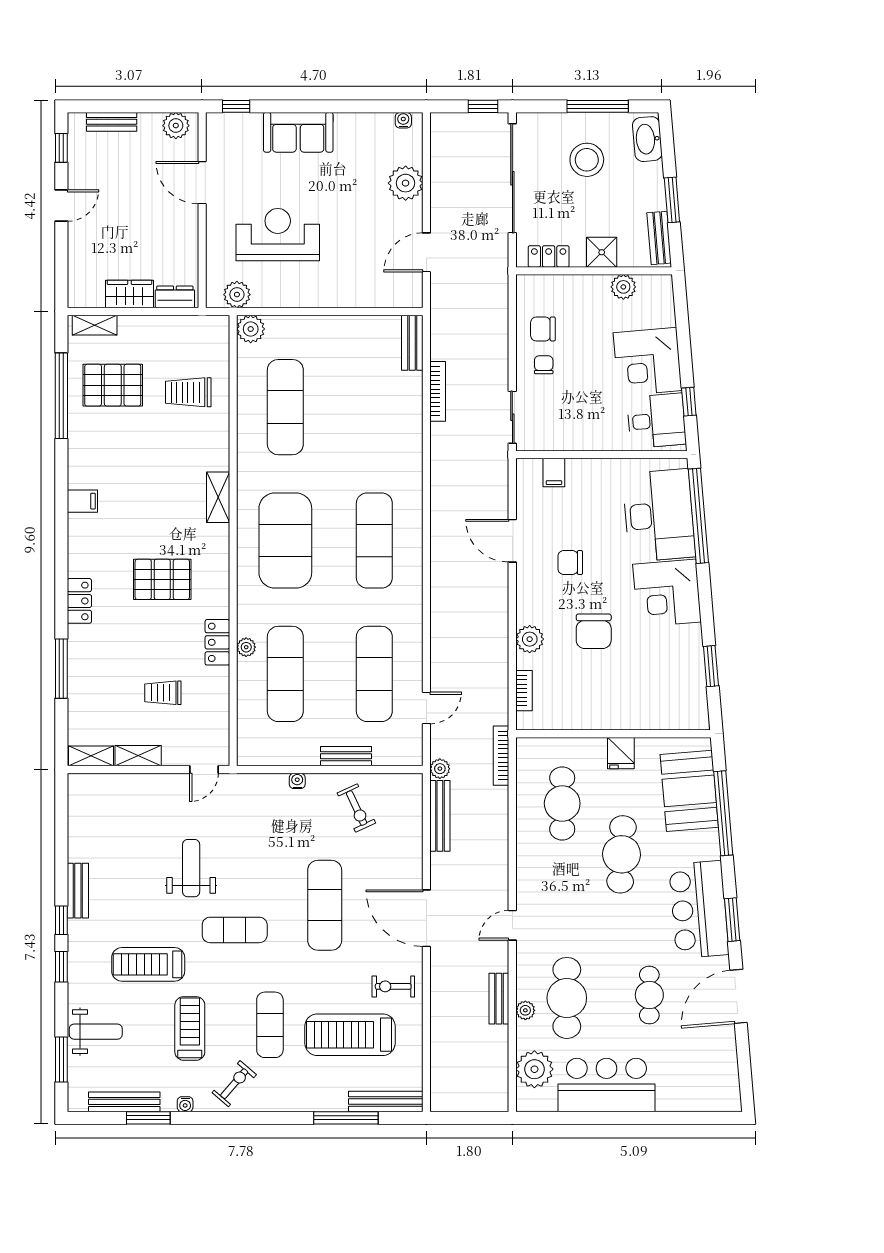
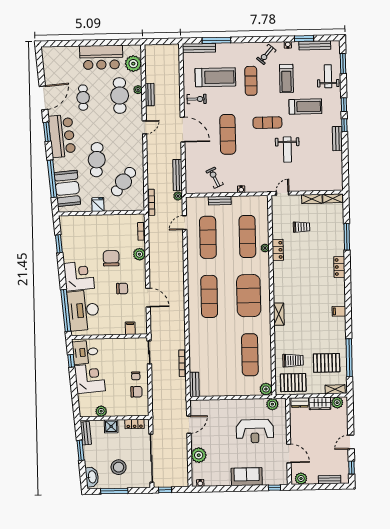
plant: (91, 295) -> (337, 403), added
pallet: (162, 579) -> (293, 383), moved
cafe table: (562, 803) -> (123, 182), turned 37
weight bench: (96, 1032) -> (328, 76), turned 90

